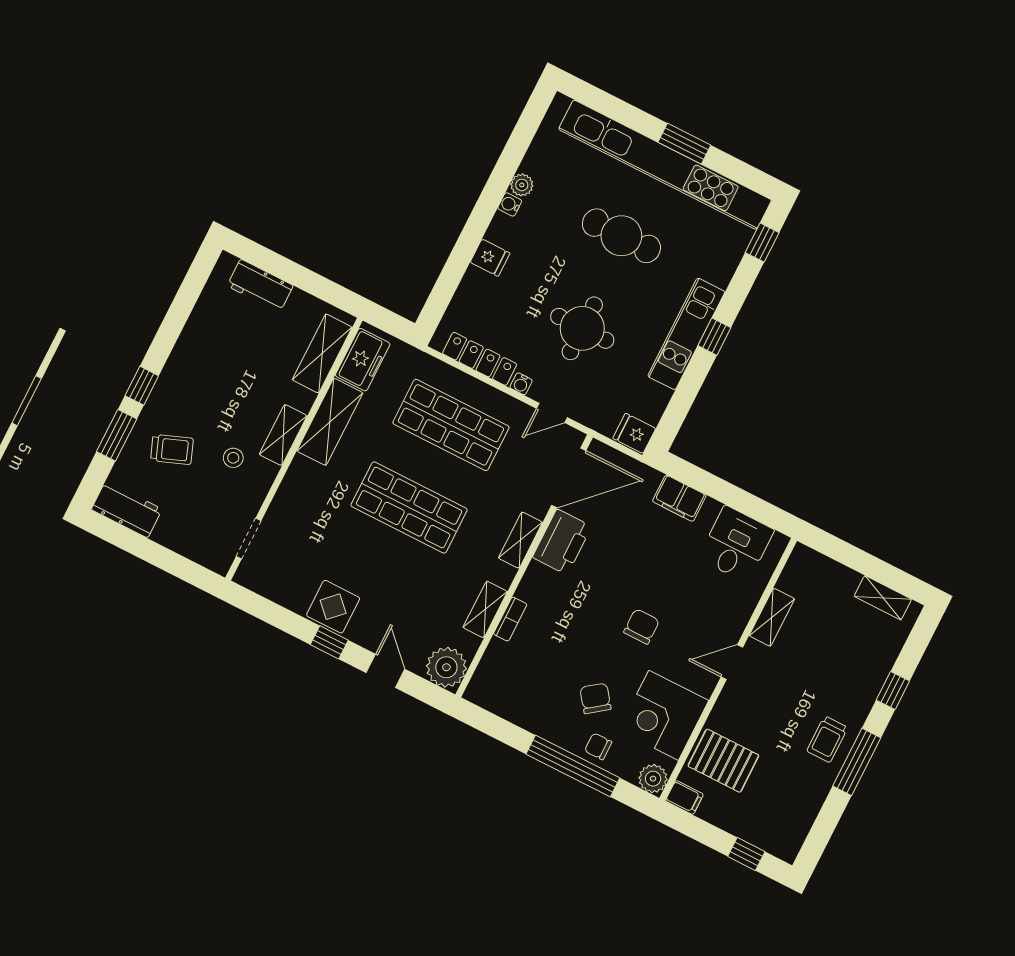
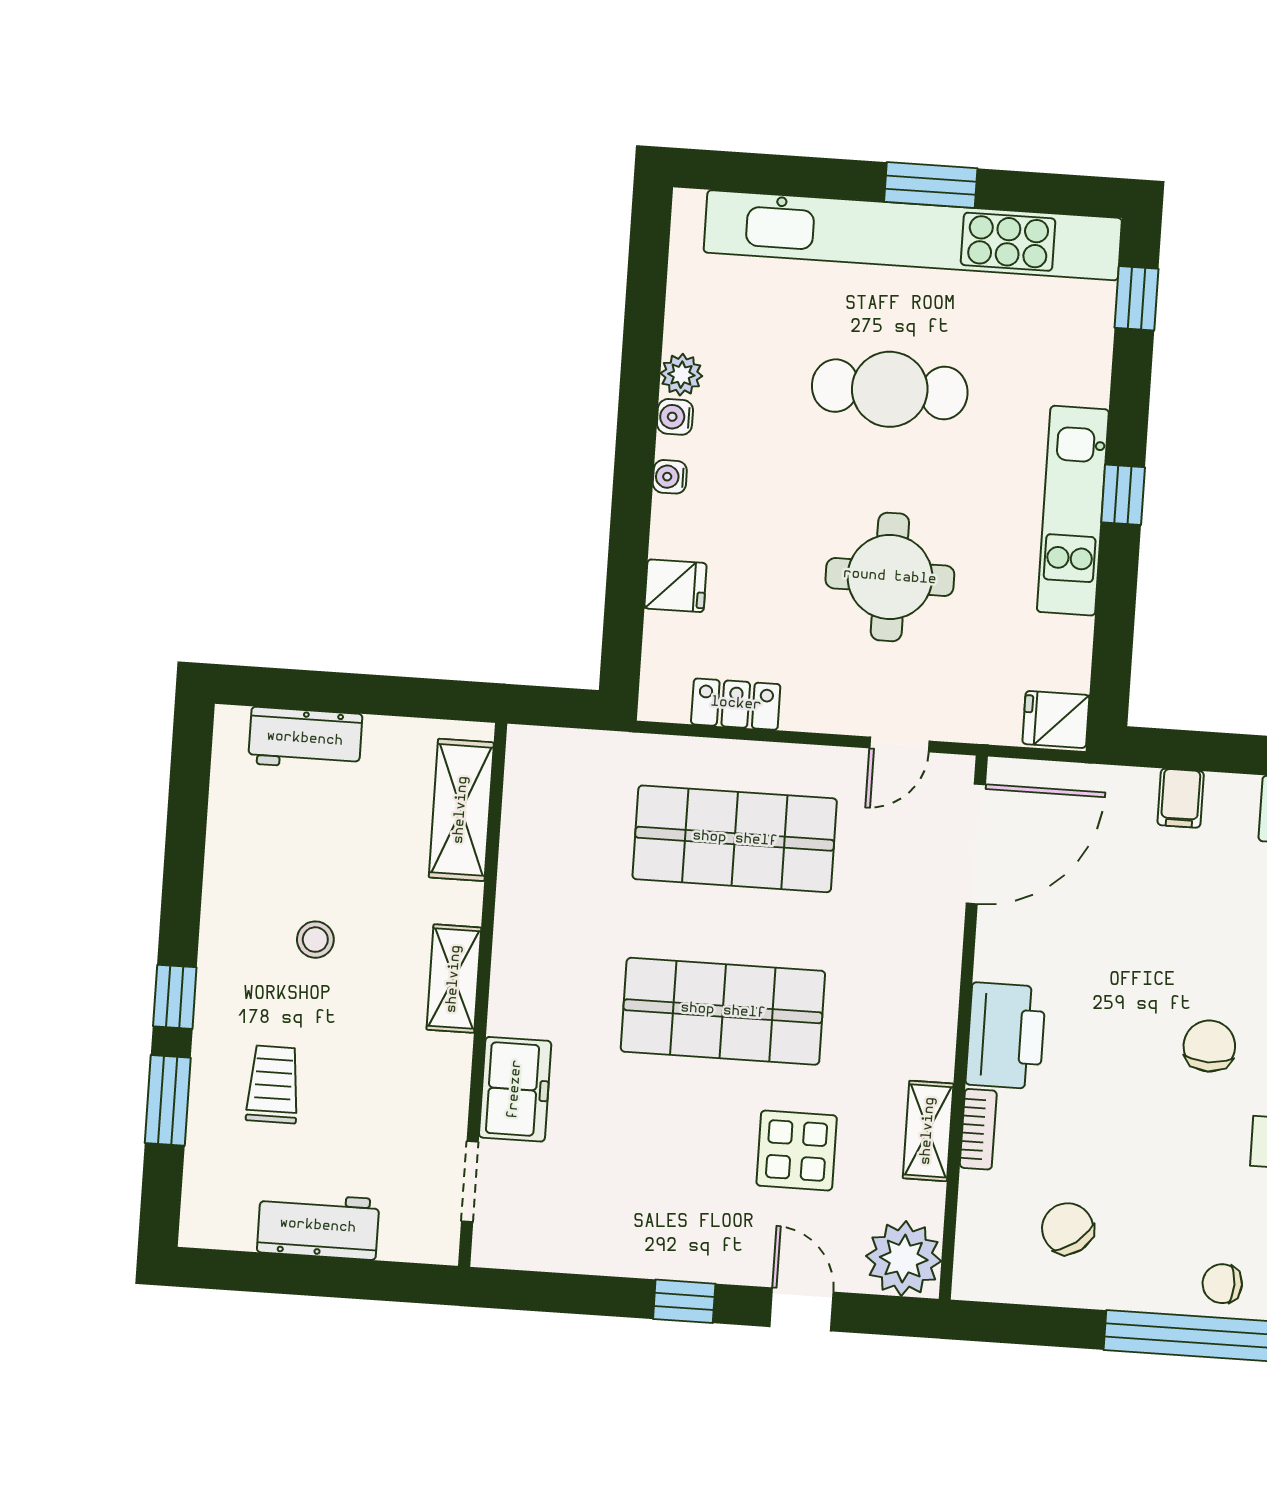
fridge: (490, 258) -> (676, 586), moved
locker: (480, 359) -> (736, 704), width x0.66
freezer: (363, 360) -> (515, 1089), moved
water cooler: (521, 384) -> (670, 477), moved, turned 90
shelving: (330, 422) -> (524, 922), removed
trolley: (172, 449) -> (273, 1084), turned -69
stool: (233, 458) -> (315, 940), moved
filing cabinet: (679, 498) -> (1181, 798), width x0.50
workbench: (127, 509) -> (318, 1226), moved
shelving: (520, 540) -> (938, 986), removed
printer: (562, 542) -> (1006, 1036), moved
display table: (333, 607) -> (797, 1150), moved
chair: (595, 698) -> (1068, 1229), moved

